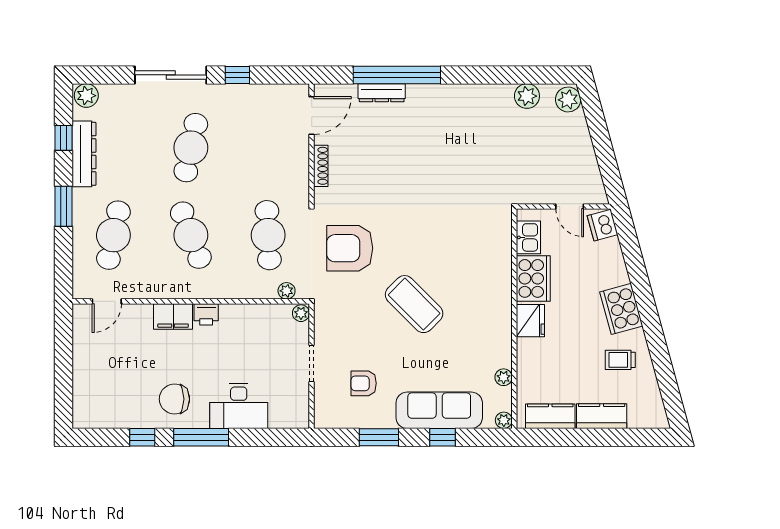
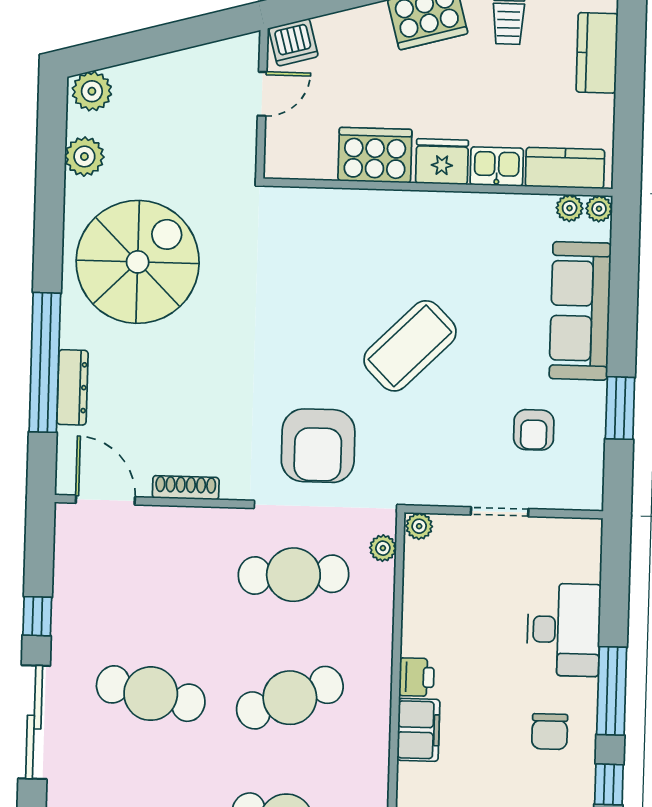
spiral stairs: (462, 131) -> (138, 262), added
kitchen sink: (528, 237) -> (497, 167), moved
plant: (504, 377) -> (570, 208), moved
chair: (174, 399) -> (550, 732), width x0.73, depth x0.73
kitchen counter: (550, 416) -> (565, 168), moved, turned 90
window: (442, 437) -> (623, 307), removed

